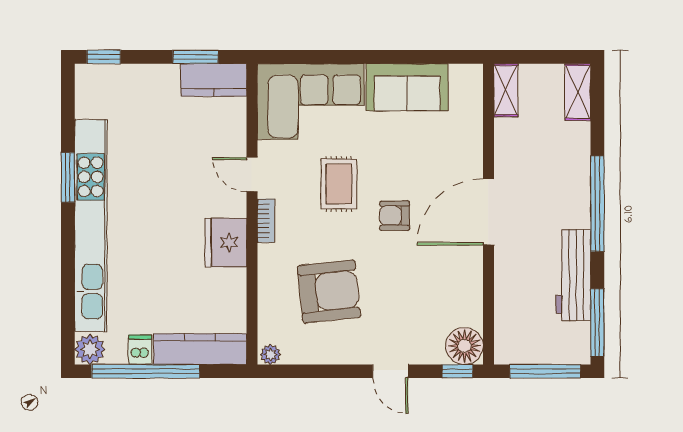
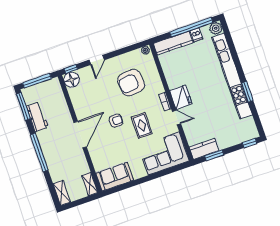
sofa: (407, 87) -> (115, 177), moved
fridge: (226, 243) -> (181, 97), moved
workbench: (573, 275) -> (37, 117), width x0.73
door: (390, 371) -> (97, 60), swing flipped

